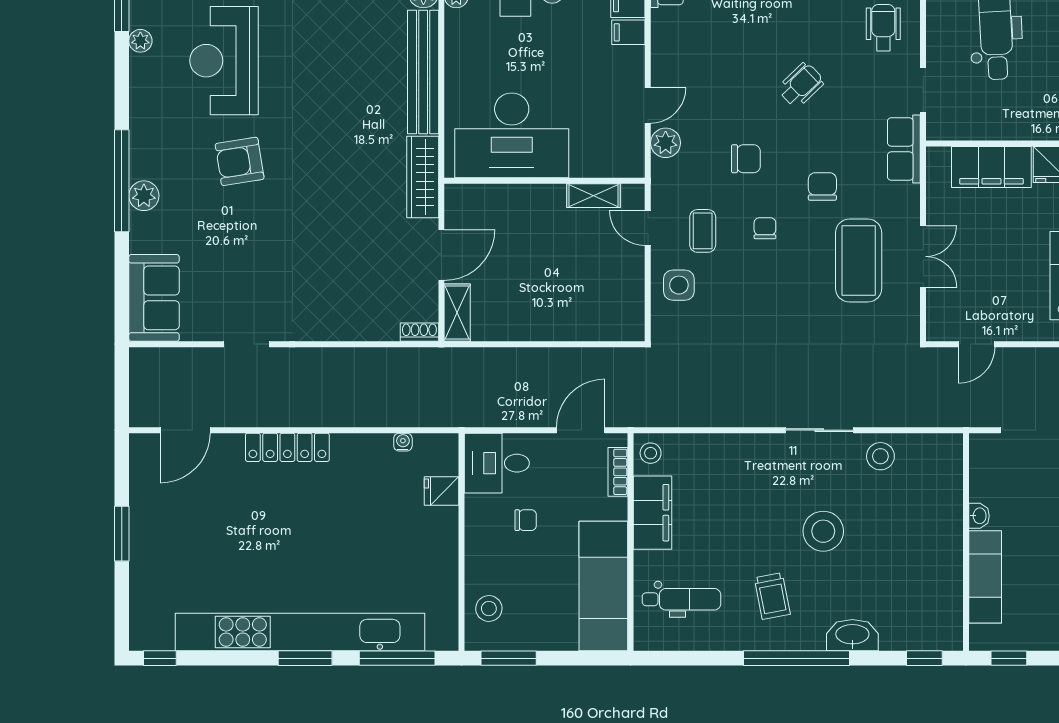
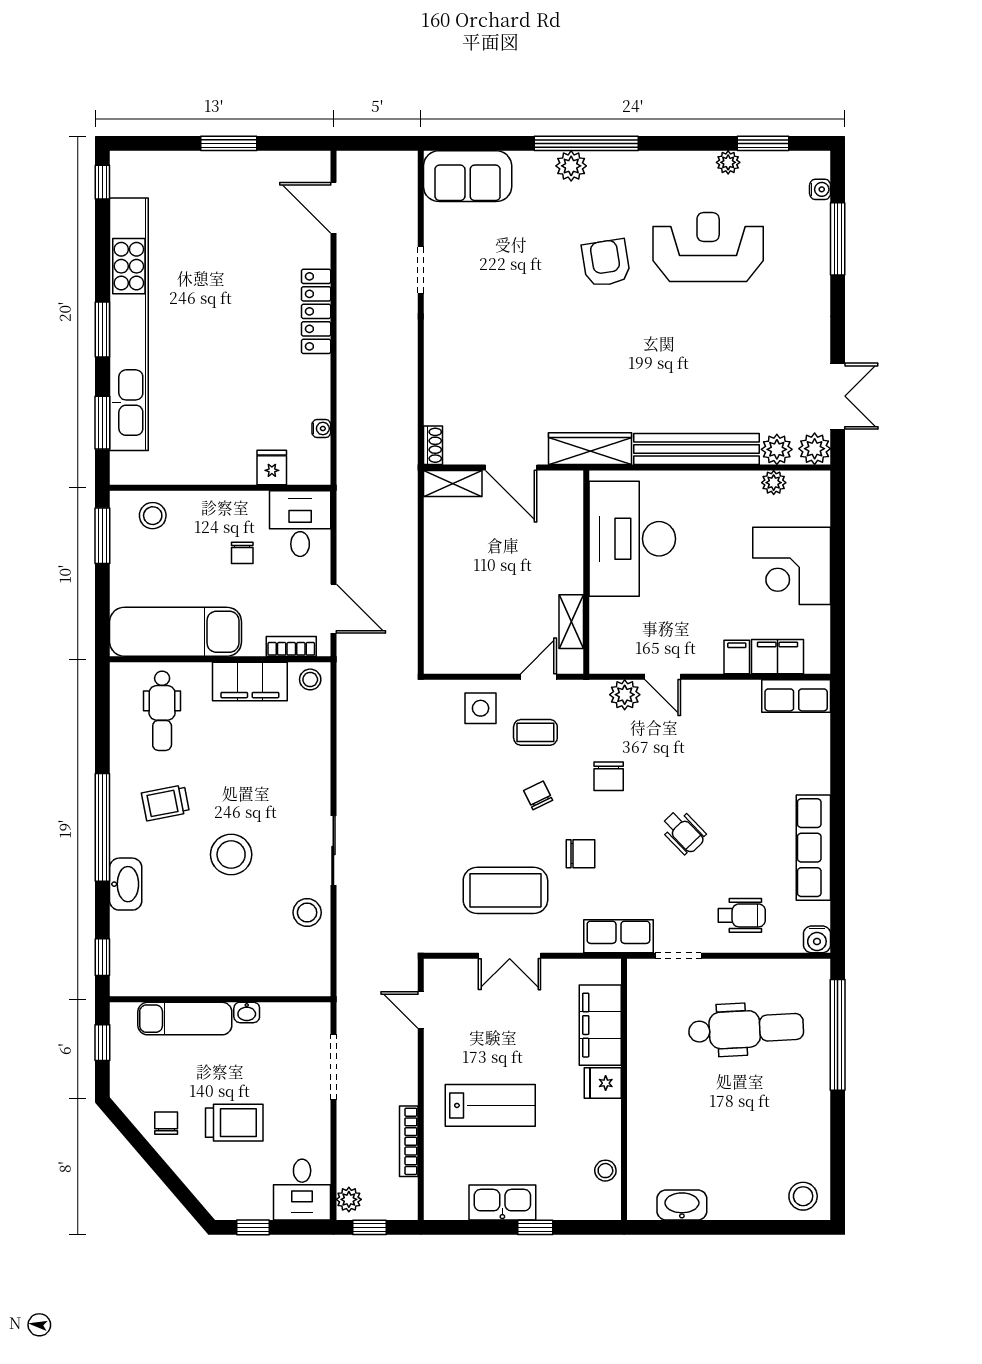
chair: (765, 228) -> (538, 795), turned -116
window: (397, 658) -> (102, 423), width x0.69

